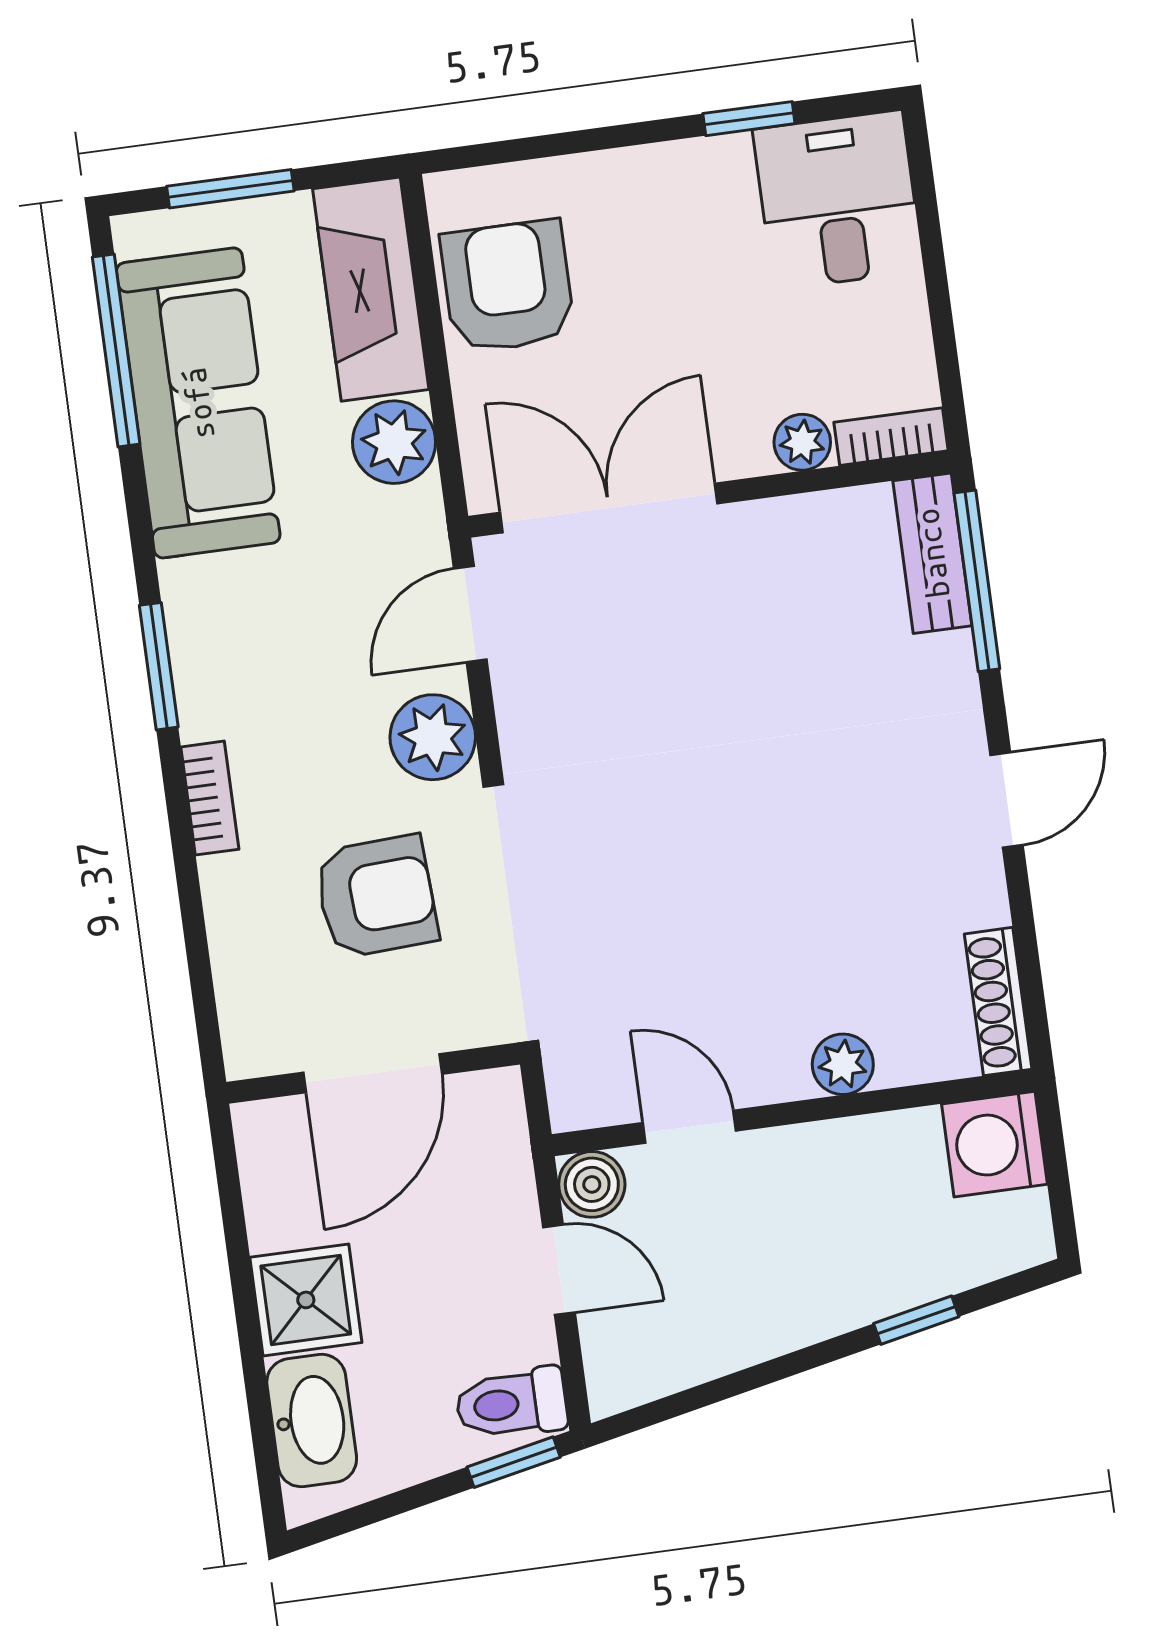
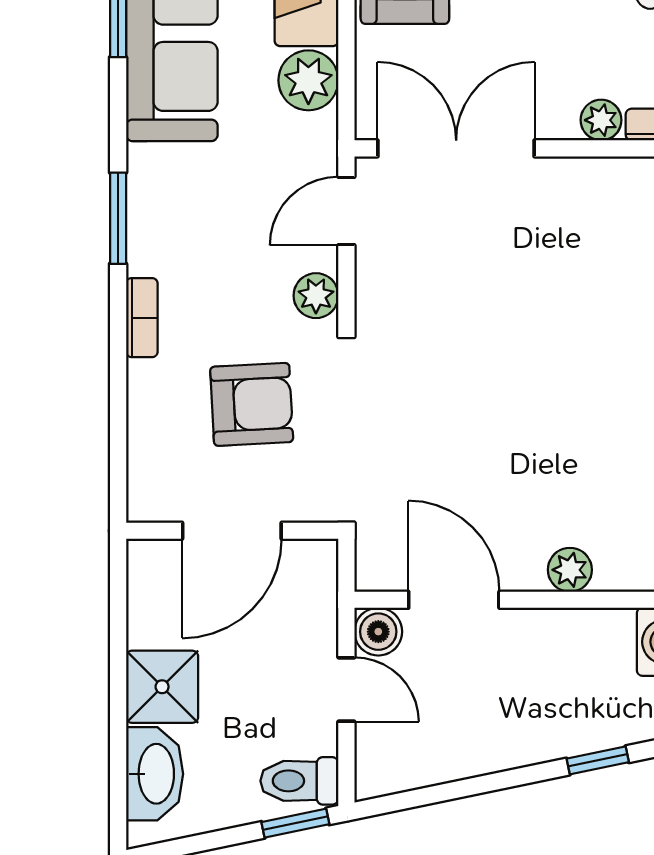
plant: (433, 737) -> (316, 296), width x0.73, depth x0.73
door: (689, 1127) -> (454, 600), width x1.38

